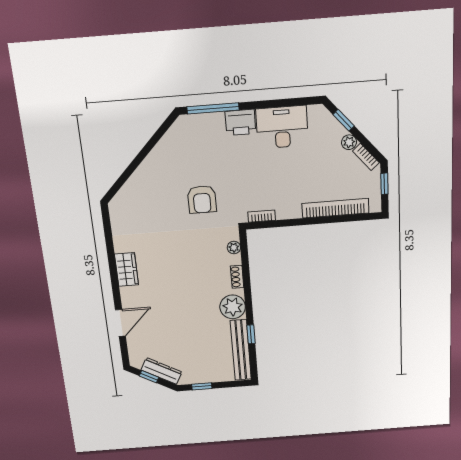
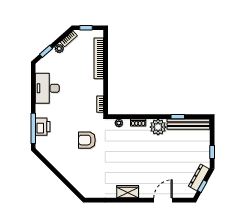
printer: (240, 122) -> (43, 127), moved
armchair: (202, 199) -> (87, 140), turned 180
door: (120, 323) -> (163, 200), hinge flipped

